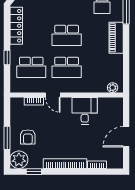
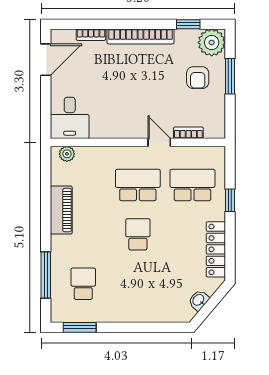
school desk: (67, 35) -> (138, 234), width x0.54
piano: (116, 38) -> (61, 210), moved
desk: (85, 111) -> (70, 118), moved
armchair: (28, 137) -> (198, 78), turned 180
door: (126, 137) -> (46, 60), moved

